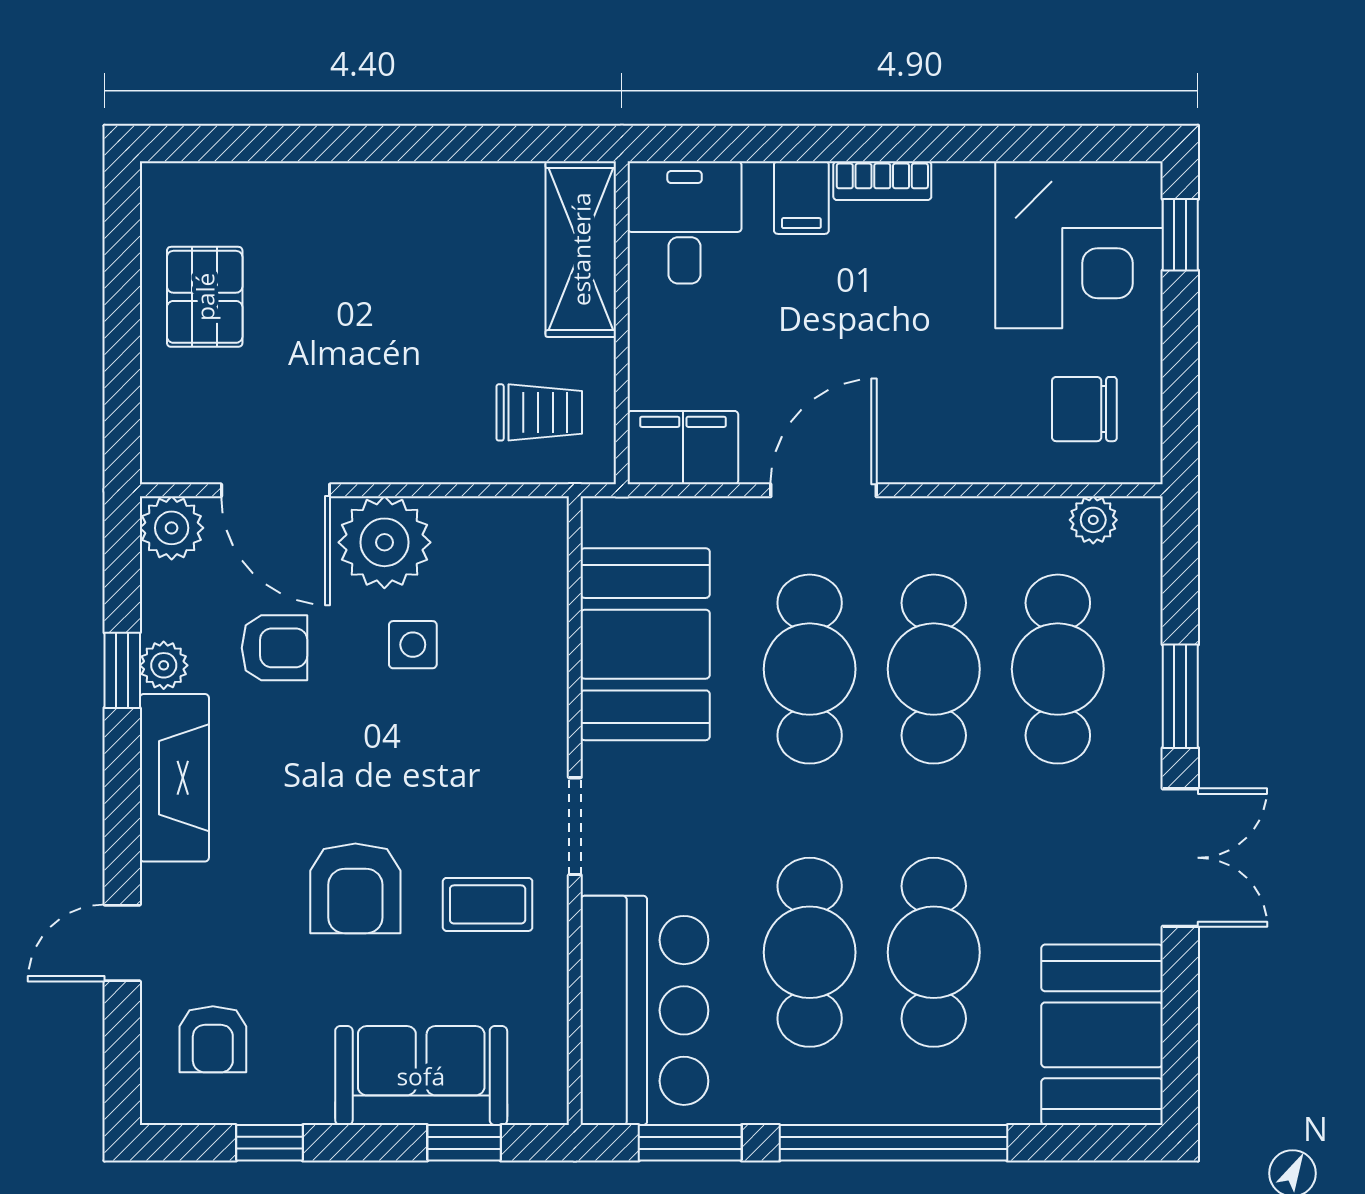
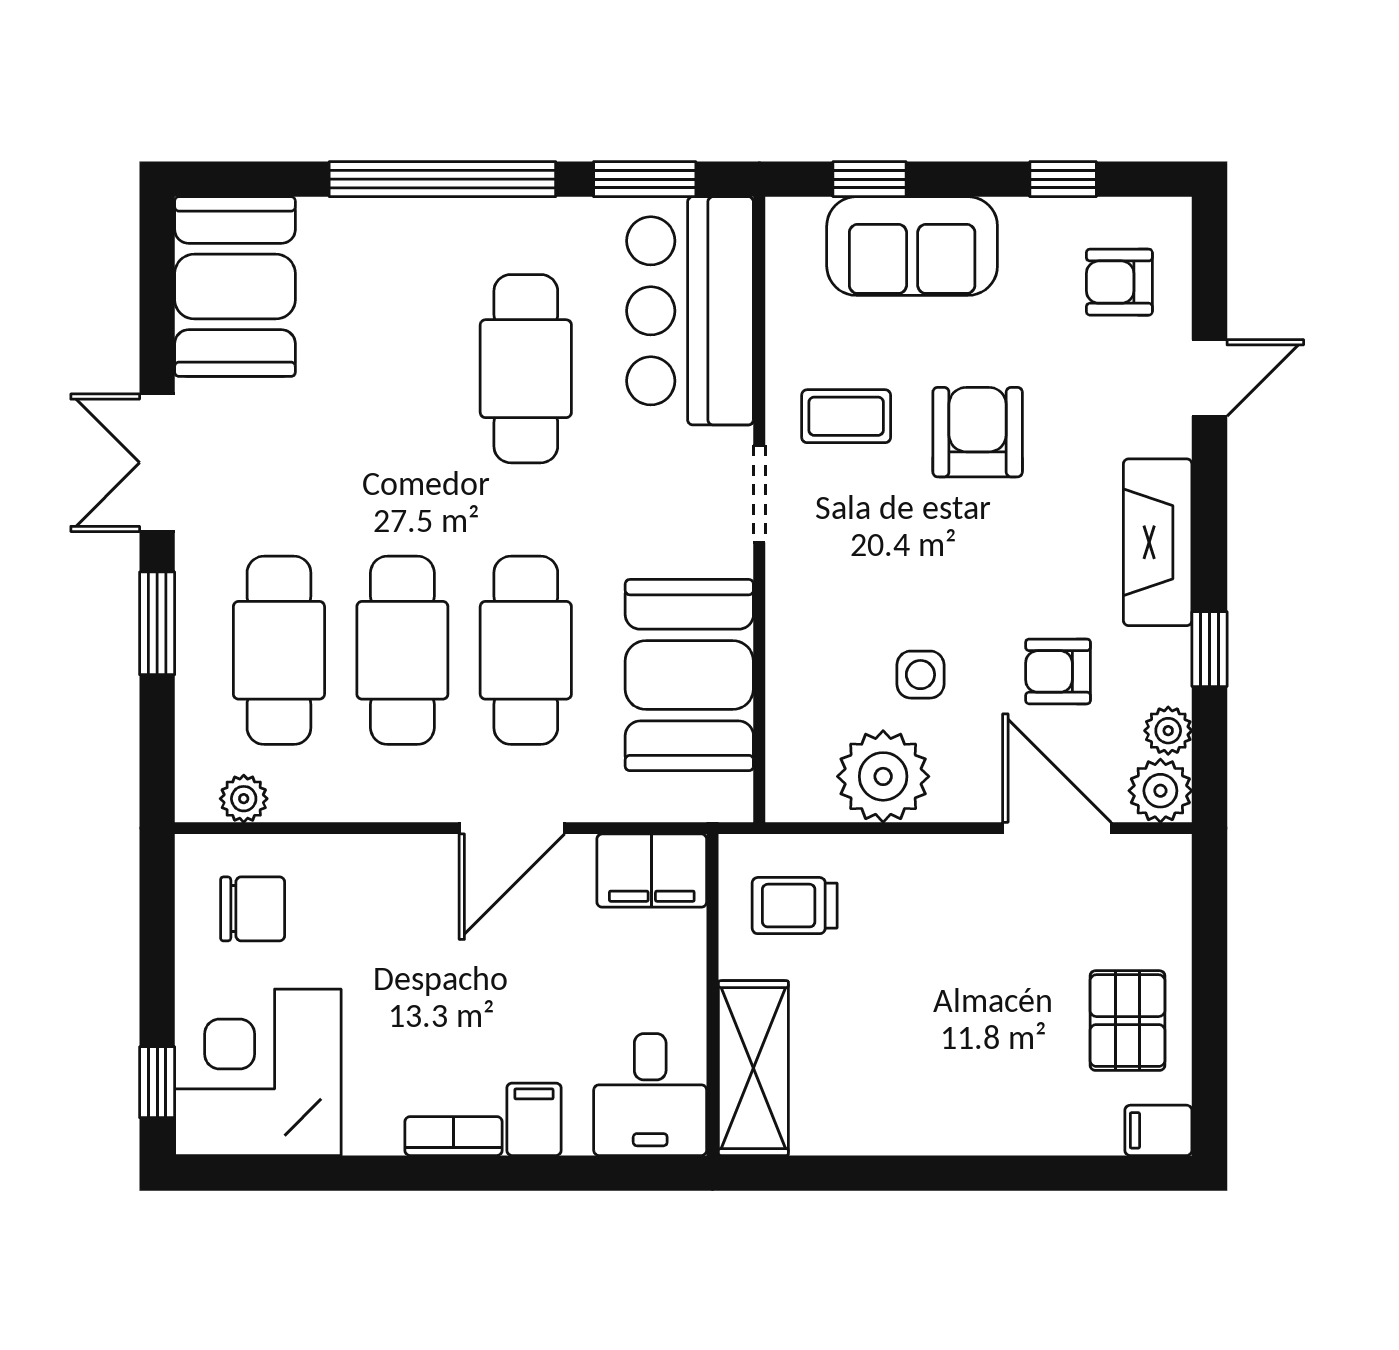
filing cabinet: (174, 186) -> (1158, 1130), added
plant: (384, 542) -> (883, 776), moved
plant: (164, 665) -> (1168, 731), moved
cafe table: (934, 952) -> (402, 369), removed
armchair: (213, 1039) -> (1119, 282), turned -90

